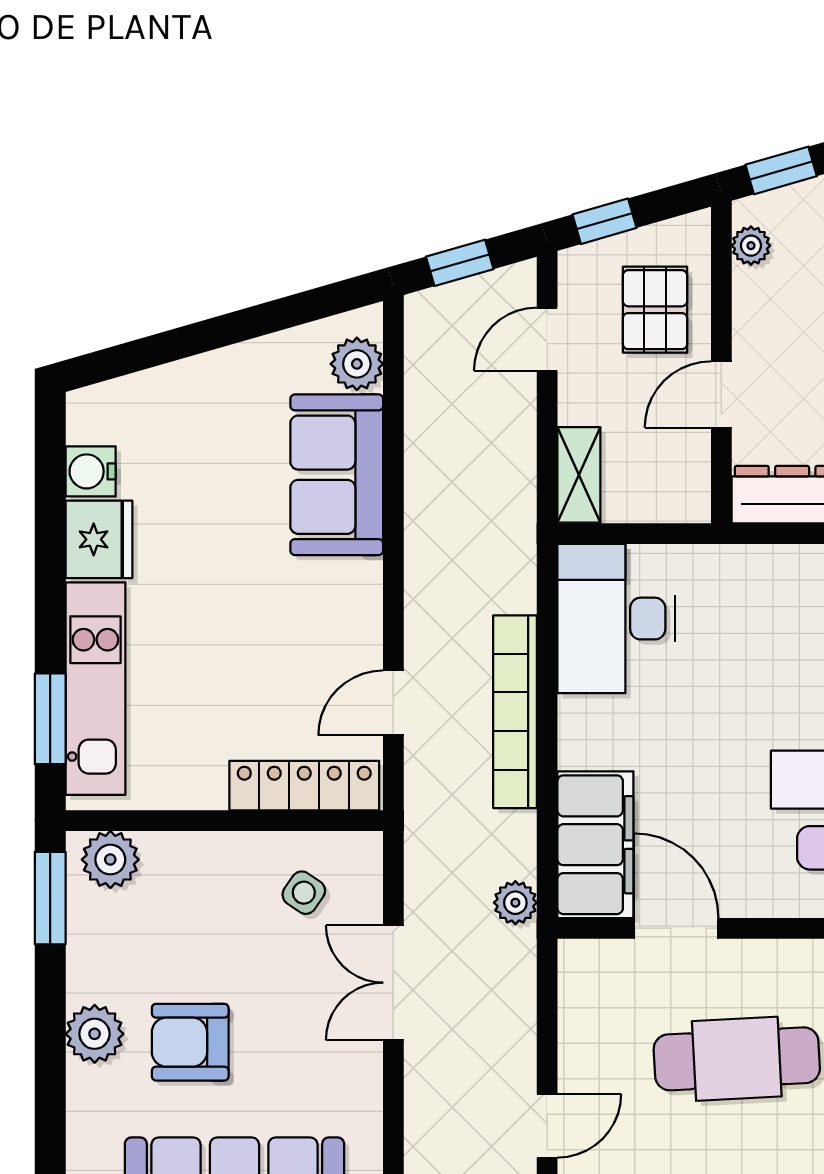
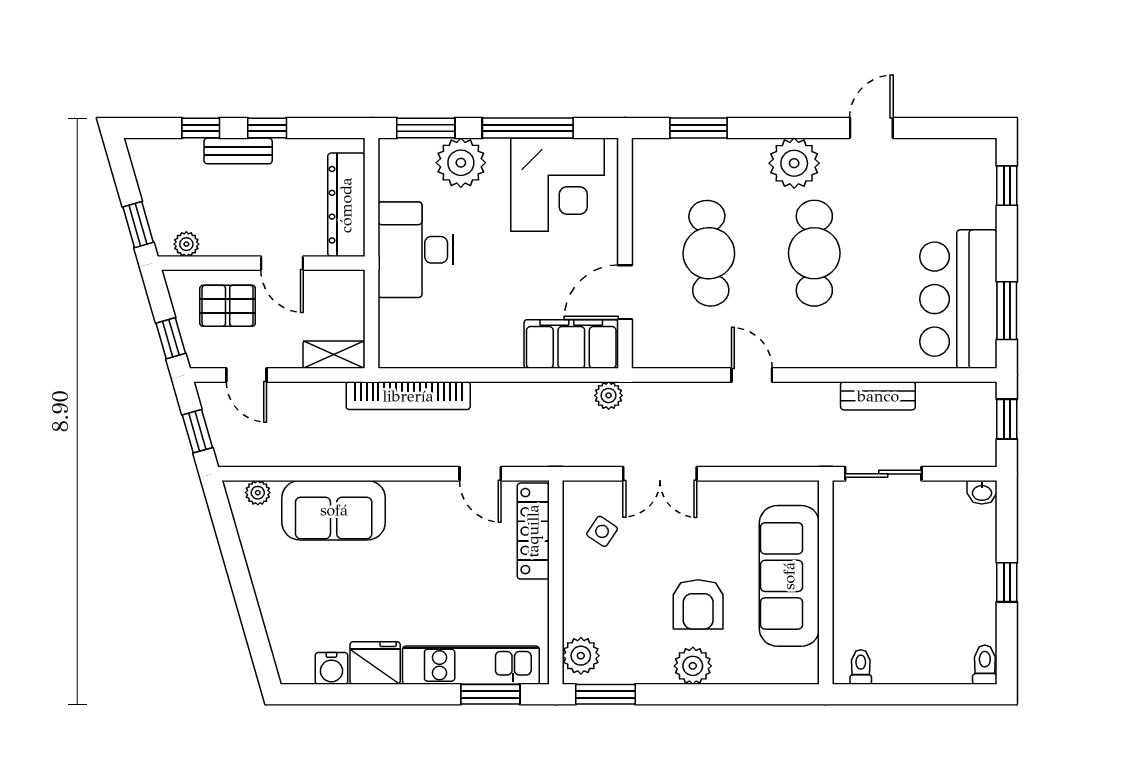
plant: (357, 364) -> (258, 493), width x0.73, depth x0.73
desk: (616, 619) -> (416, 250), moved, turned 90
bookcase: (515, 712) -> (408, 396), moved

